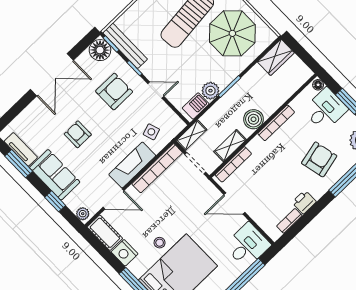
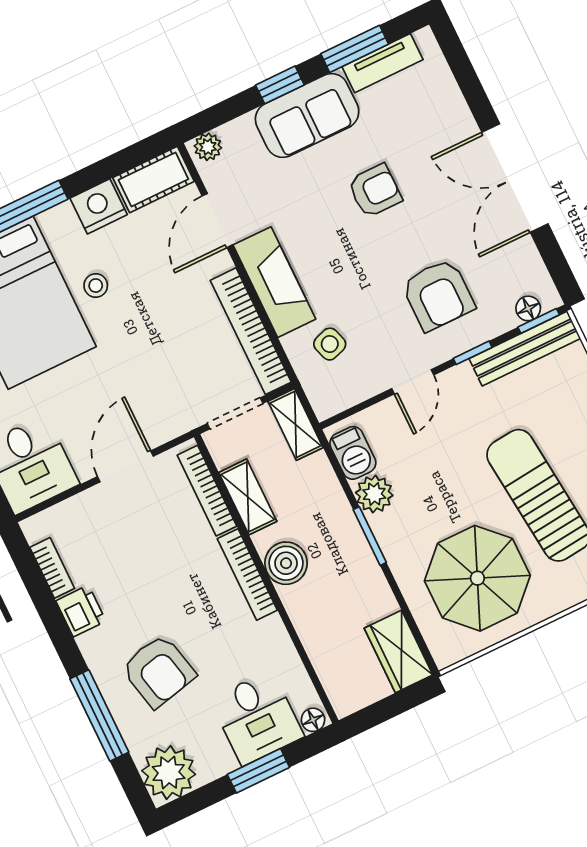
floor lamp: (100, 50) -> (528, 308), width x0.53, depth x0.53
bookcase: (276, 123) -> (247, 574), moved
window: (55, 201) -> (280, 85), moved

